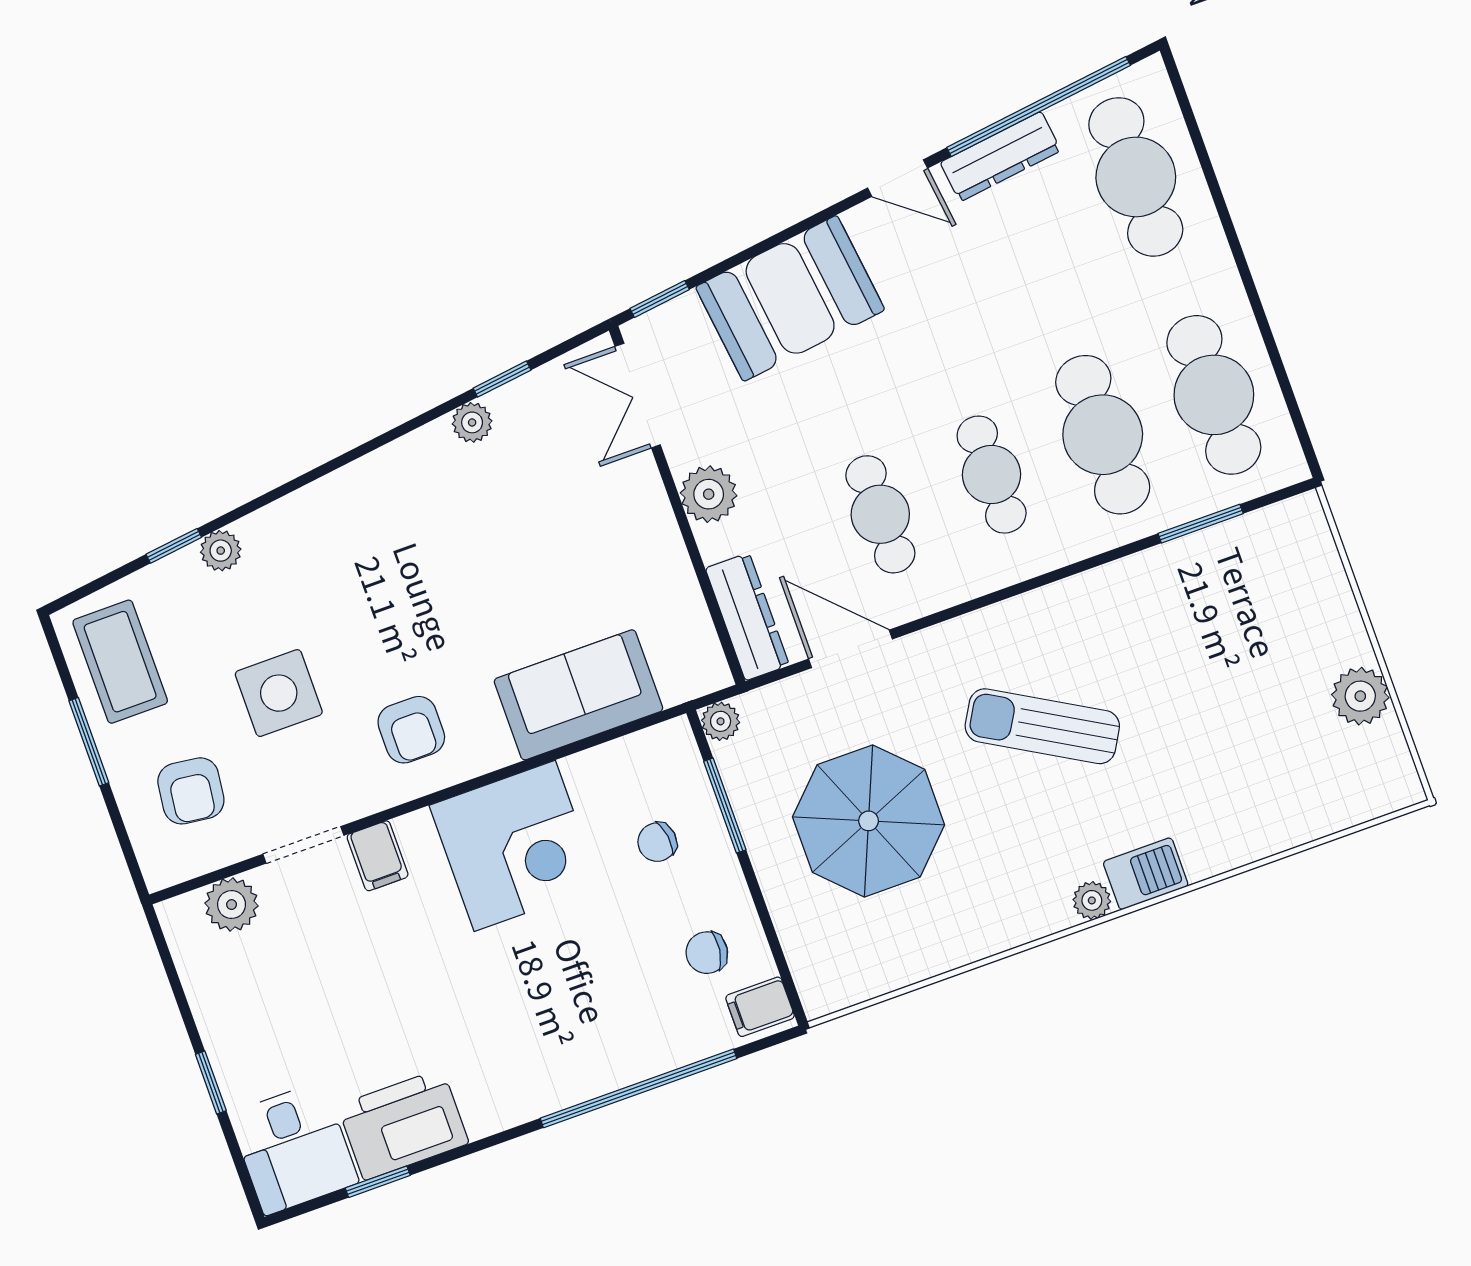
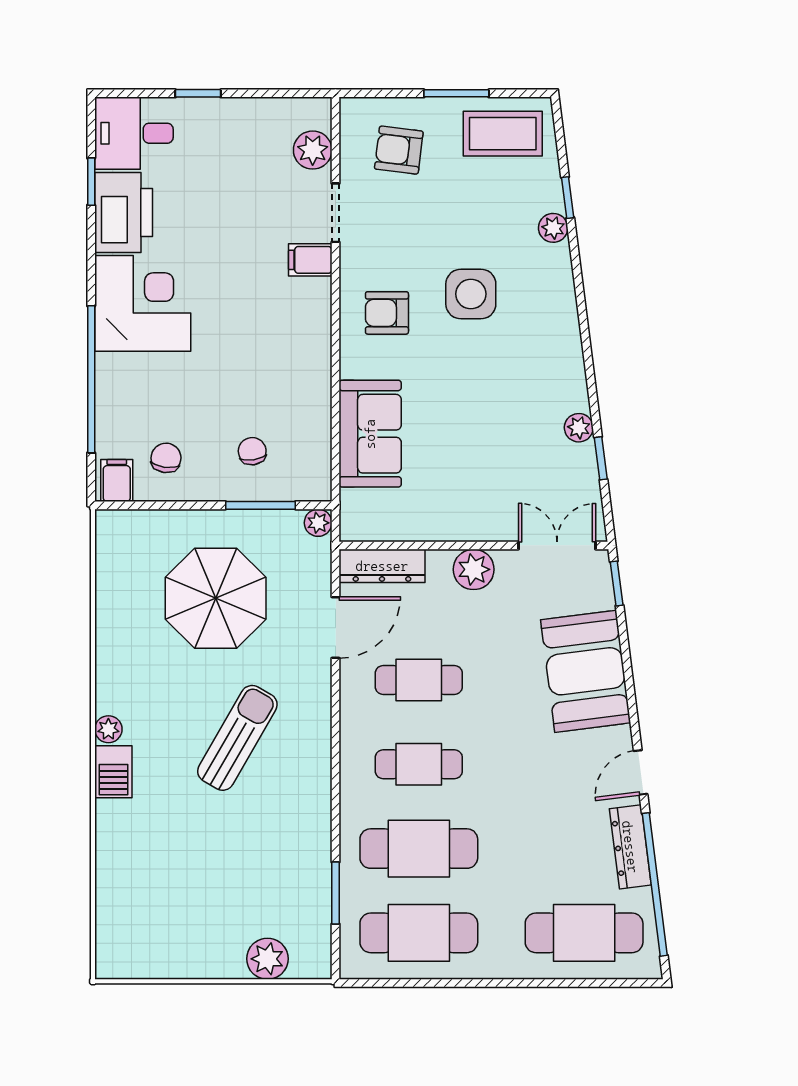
side table: (279, 693) -> (471, 294), moved
plant: (1360, 696) -> (267, 959), moved
corner desk: (515, 846) -> (143, 303), moved, turned 180

